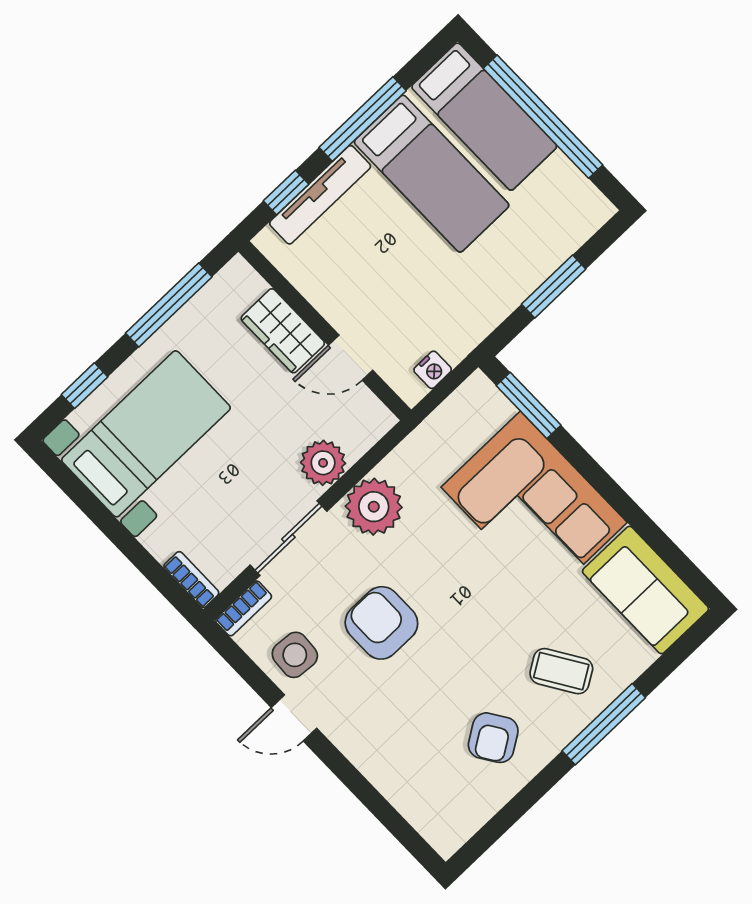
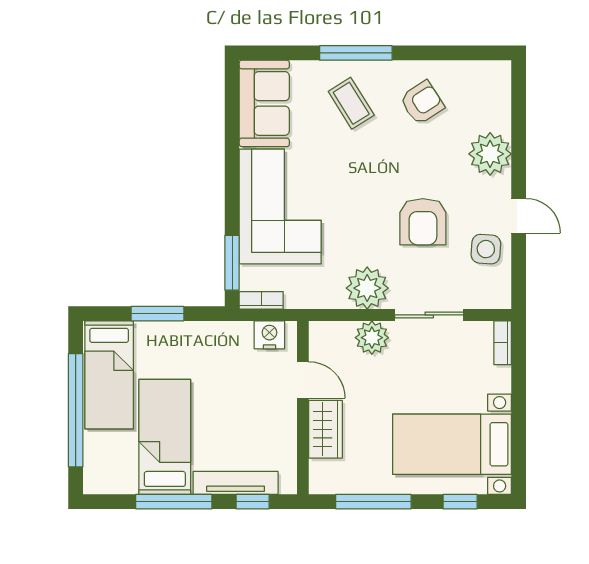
bed: (484, 117) -> (109, 375), moved, turned 180
nightstand: (433, 370) -> (269, 335), width x1.39, depth x1.35
bookcase: (244, 608) -> (261, 300), moved
plant: (379, 751) -> (490, 154), added

